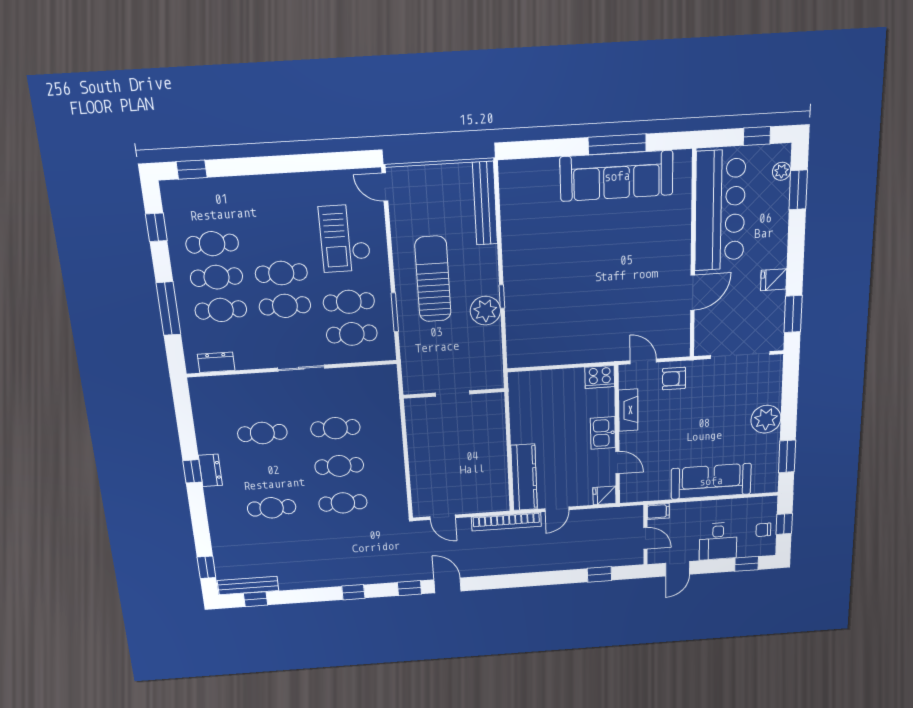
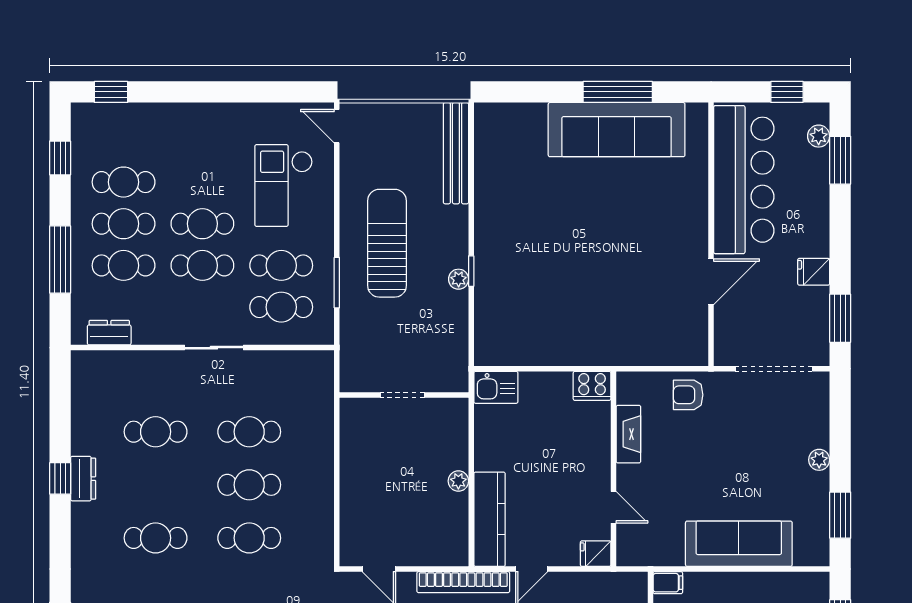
plant: (485, 311) -> (459, 279), width x0.53, depth x0.53
door: (643, 361) -> (648, 369), removed
plant: (766, 419) -> (819, 460), width x0.53, depth x0.53
kitchen sink: (603, 433) -> (496, 387), moved, turned -90
plant: (499, 452) -> (458, 481), added

